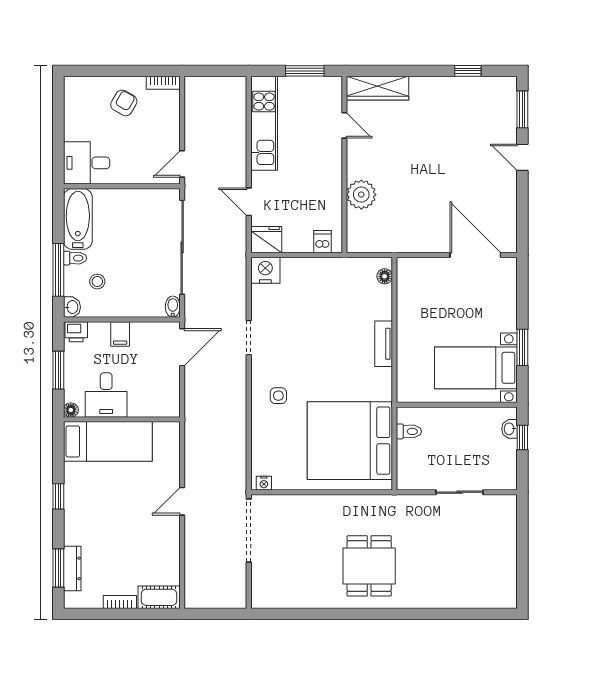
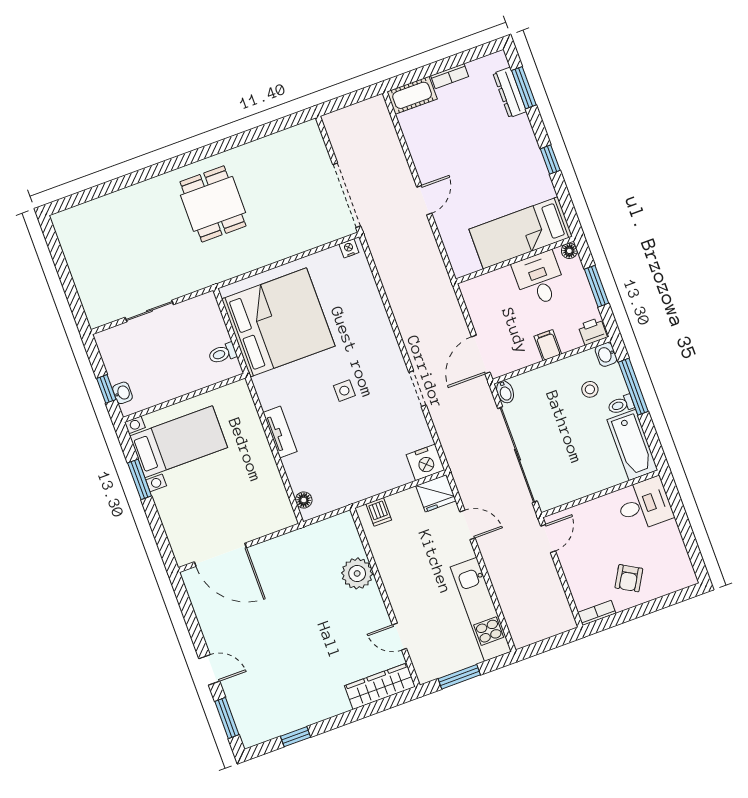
side table: (278, 396) -> (344, 391), moved

